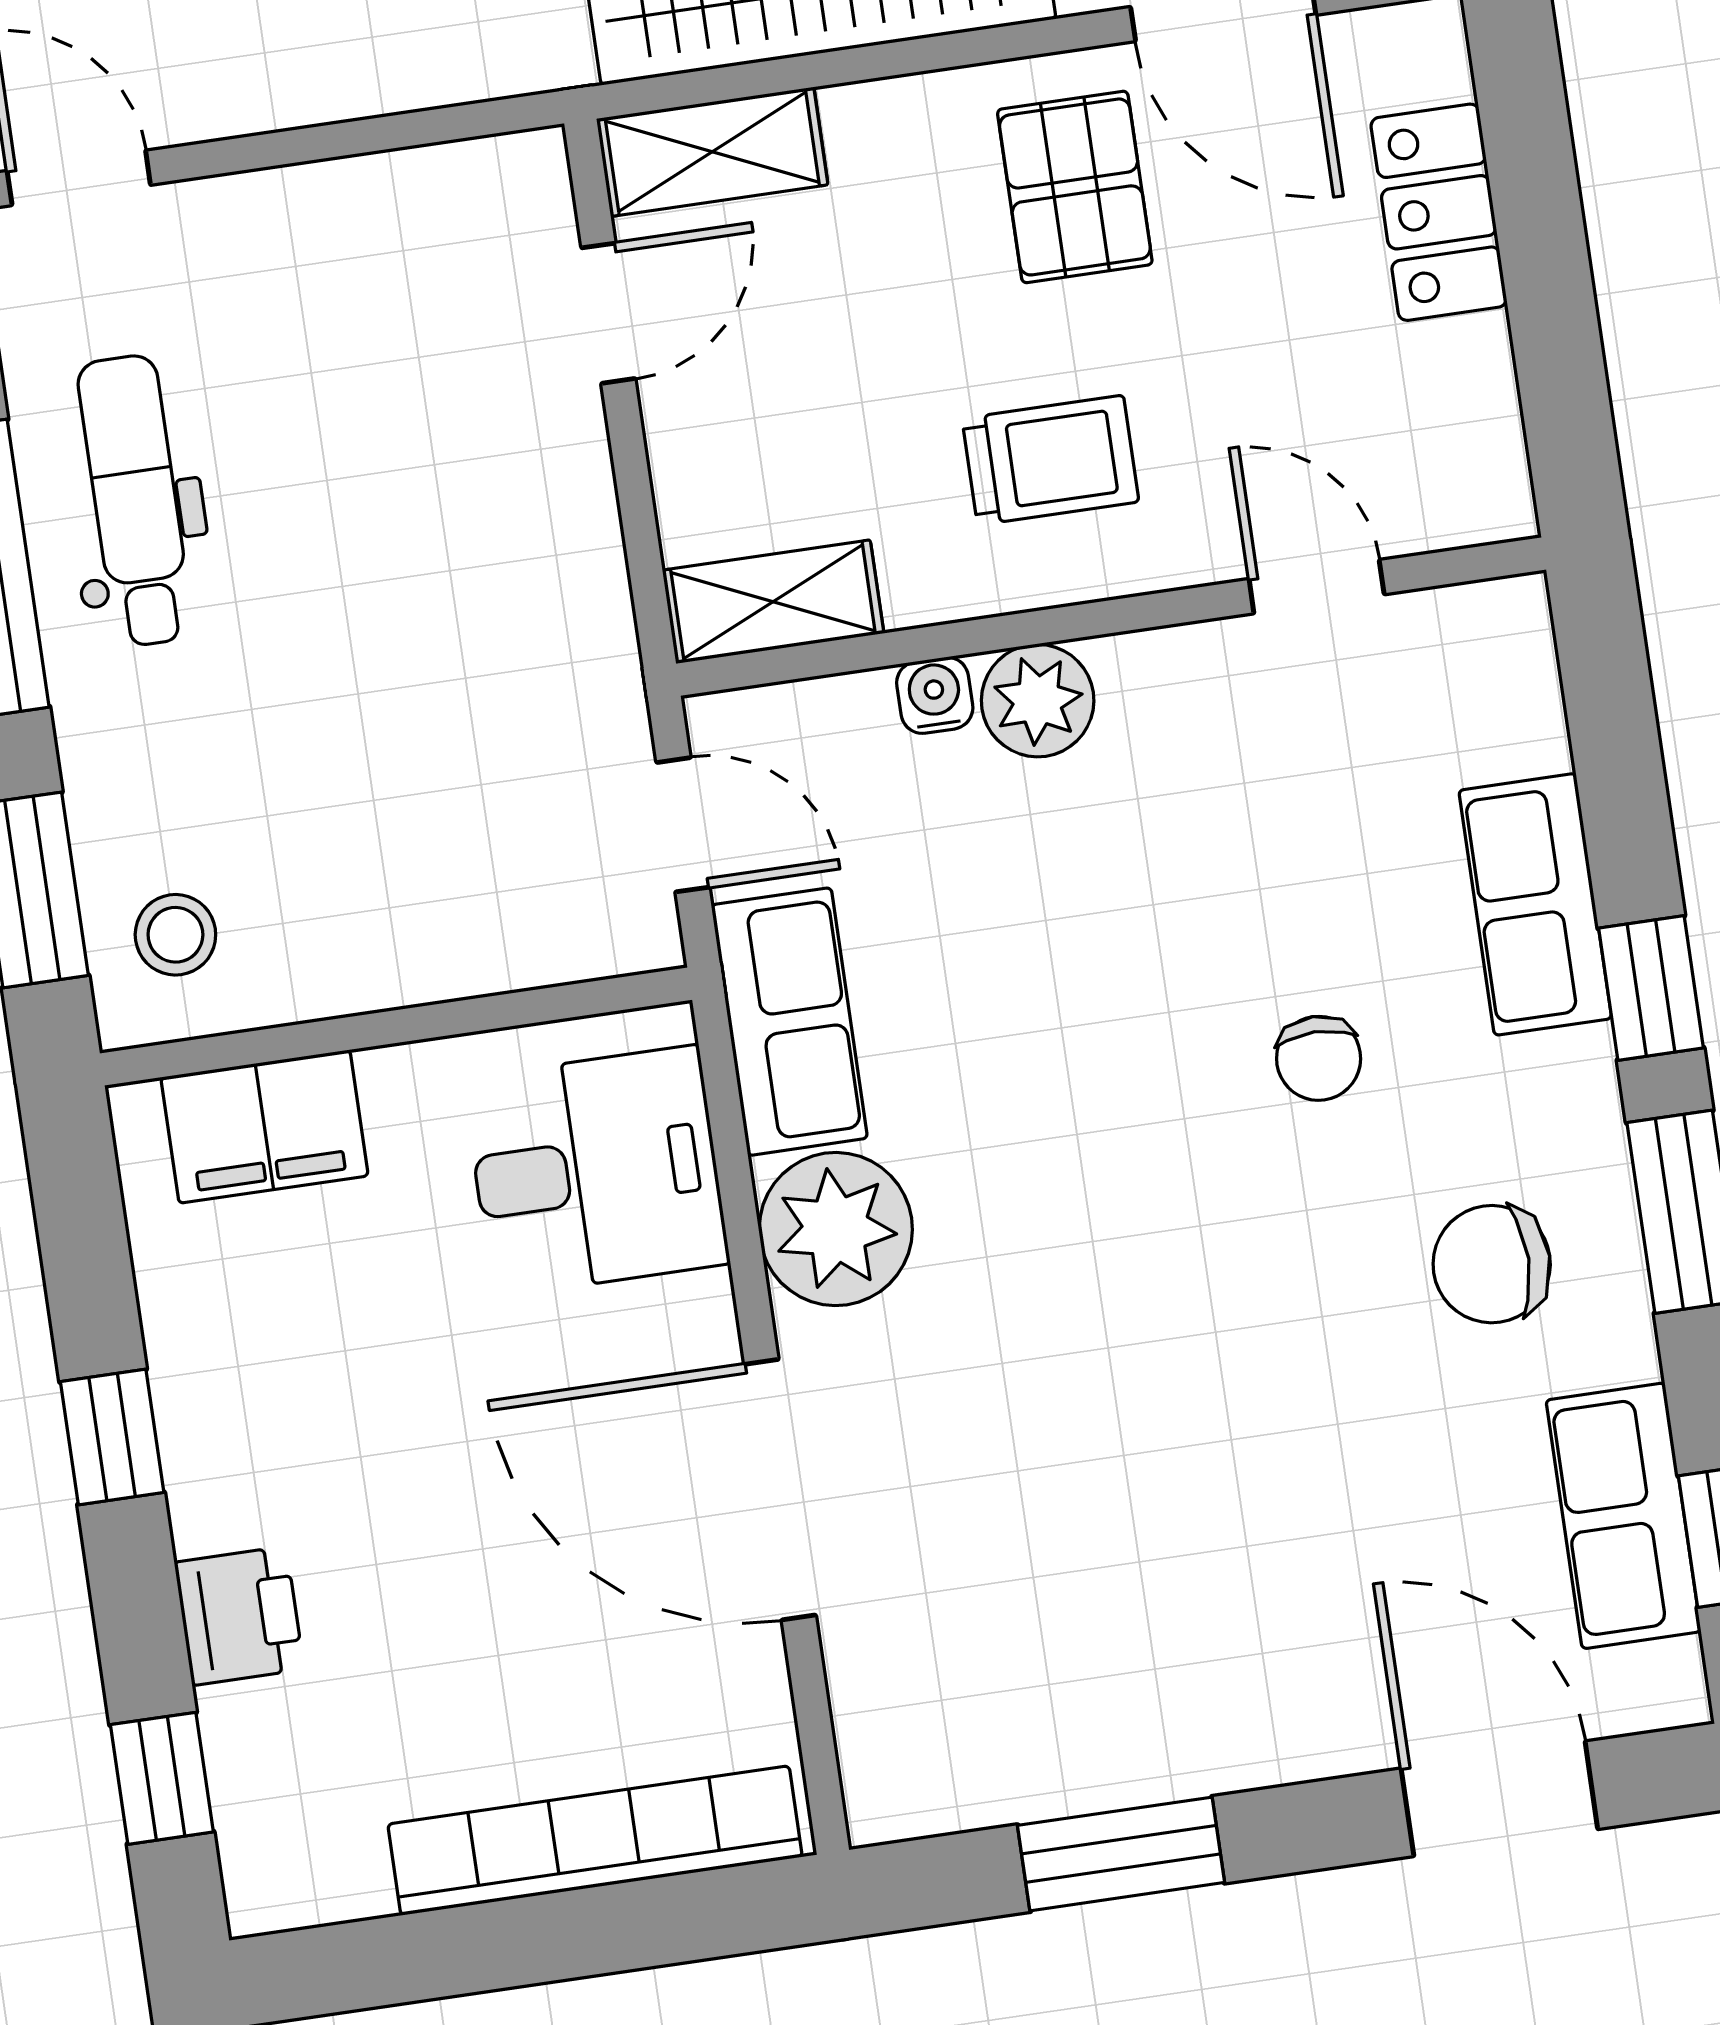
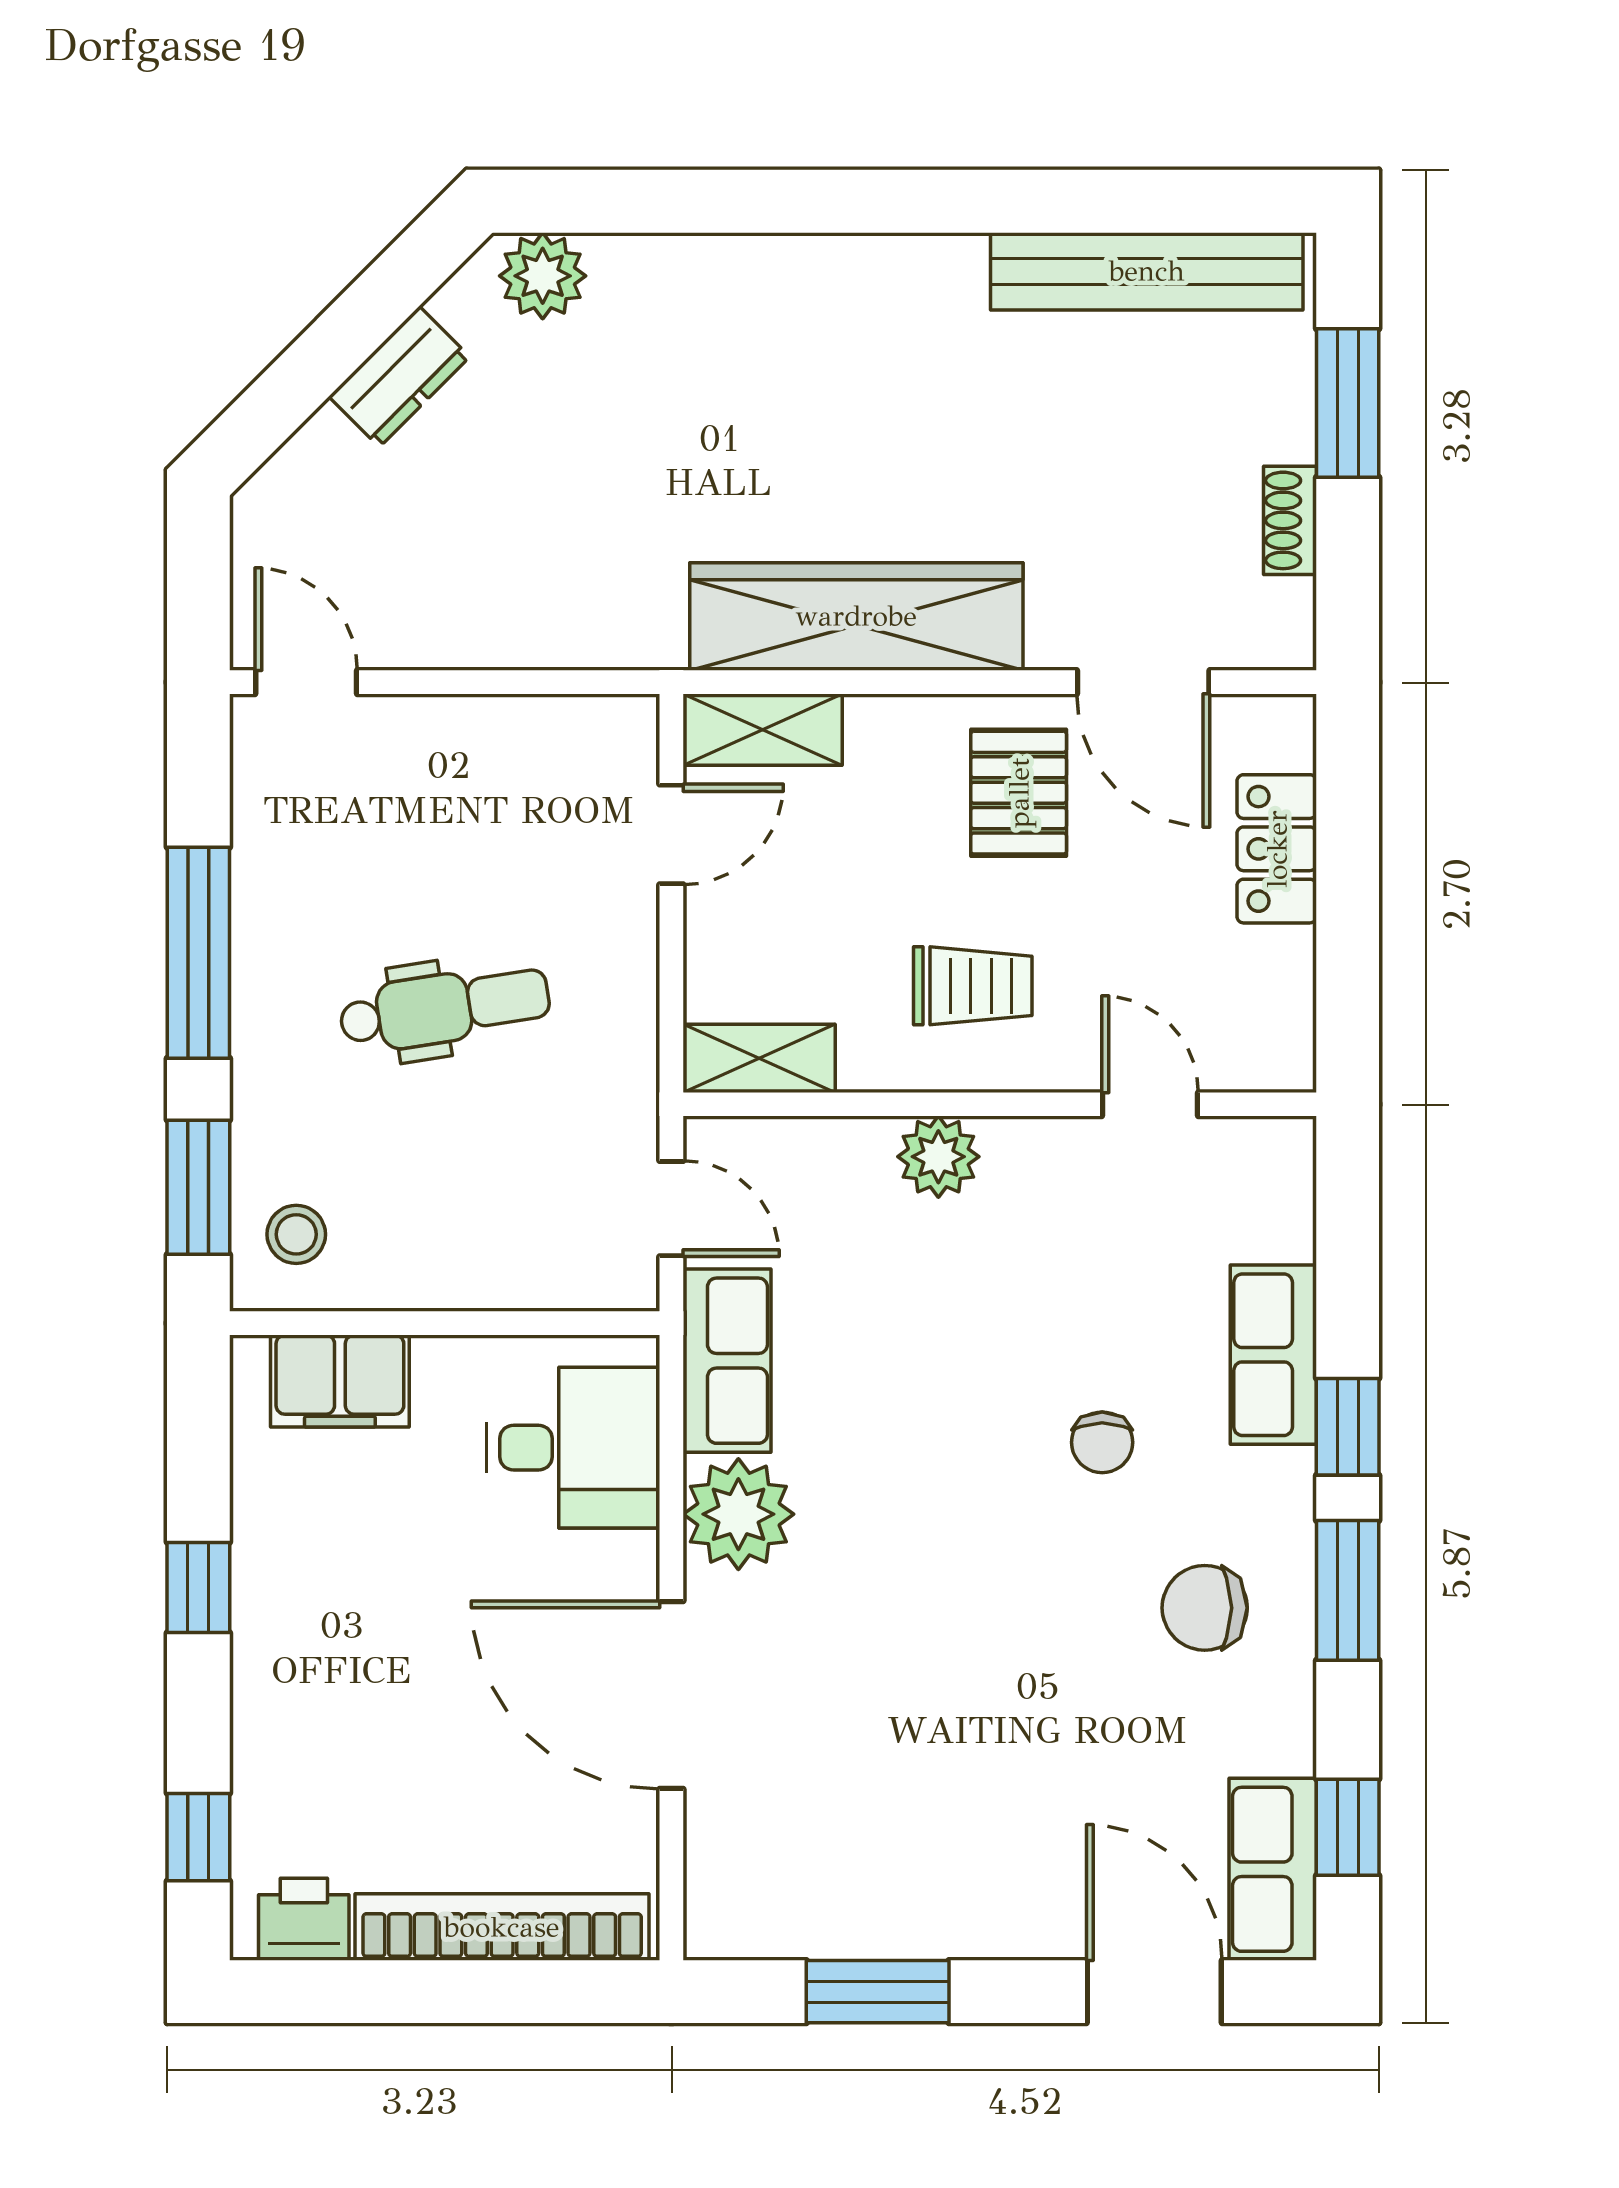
dental chair: (135, 501) -> (445, 1008), moved, turned 81
water cooler: (935, 695) -> (865, 1142), removed
row of seats: (1623, 1516) -> (1273, 1869), moved
printer: (239, 1616) -> (304, 1919), moved, turned -90

